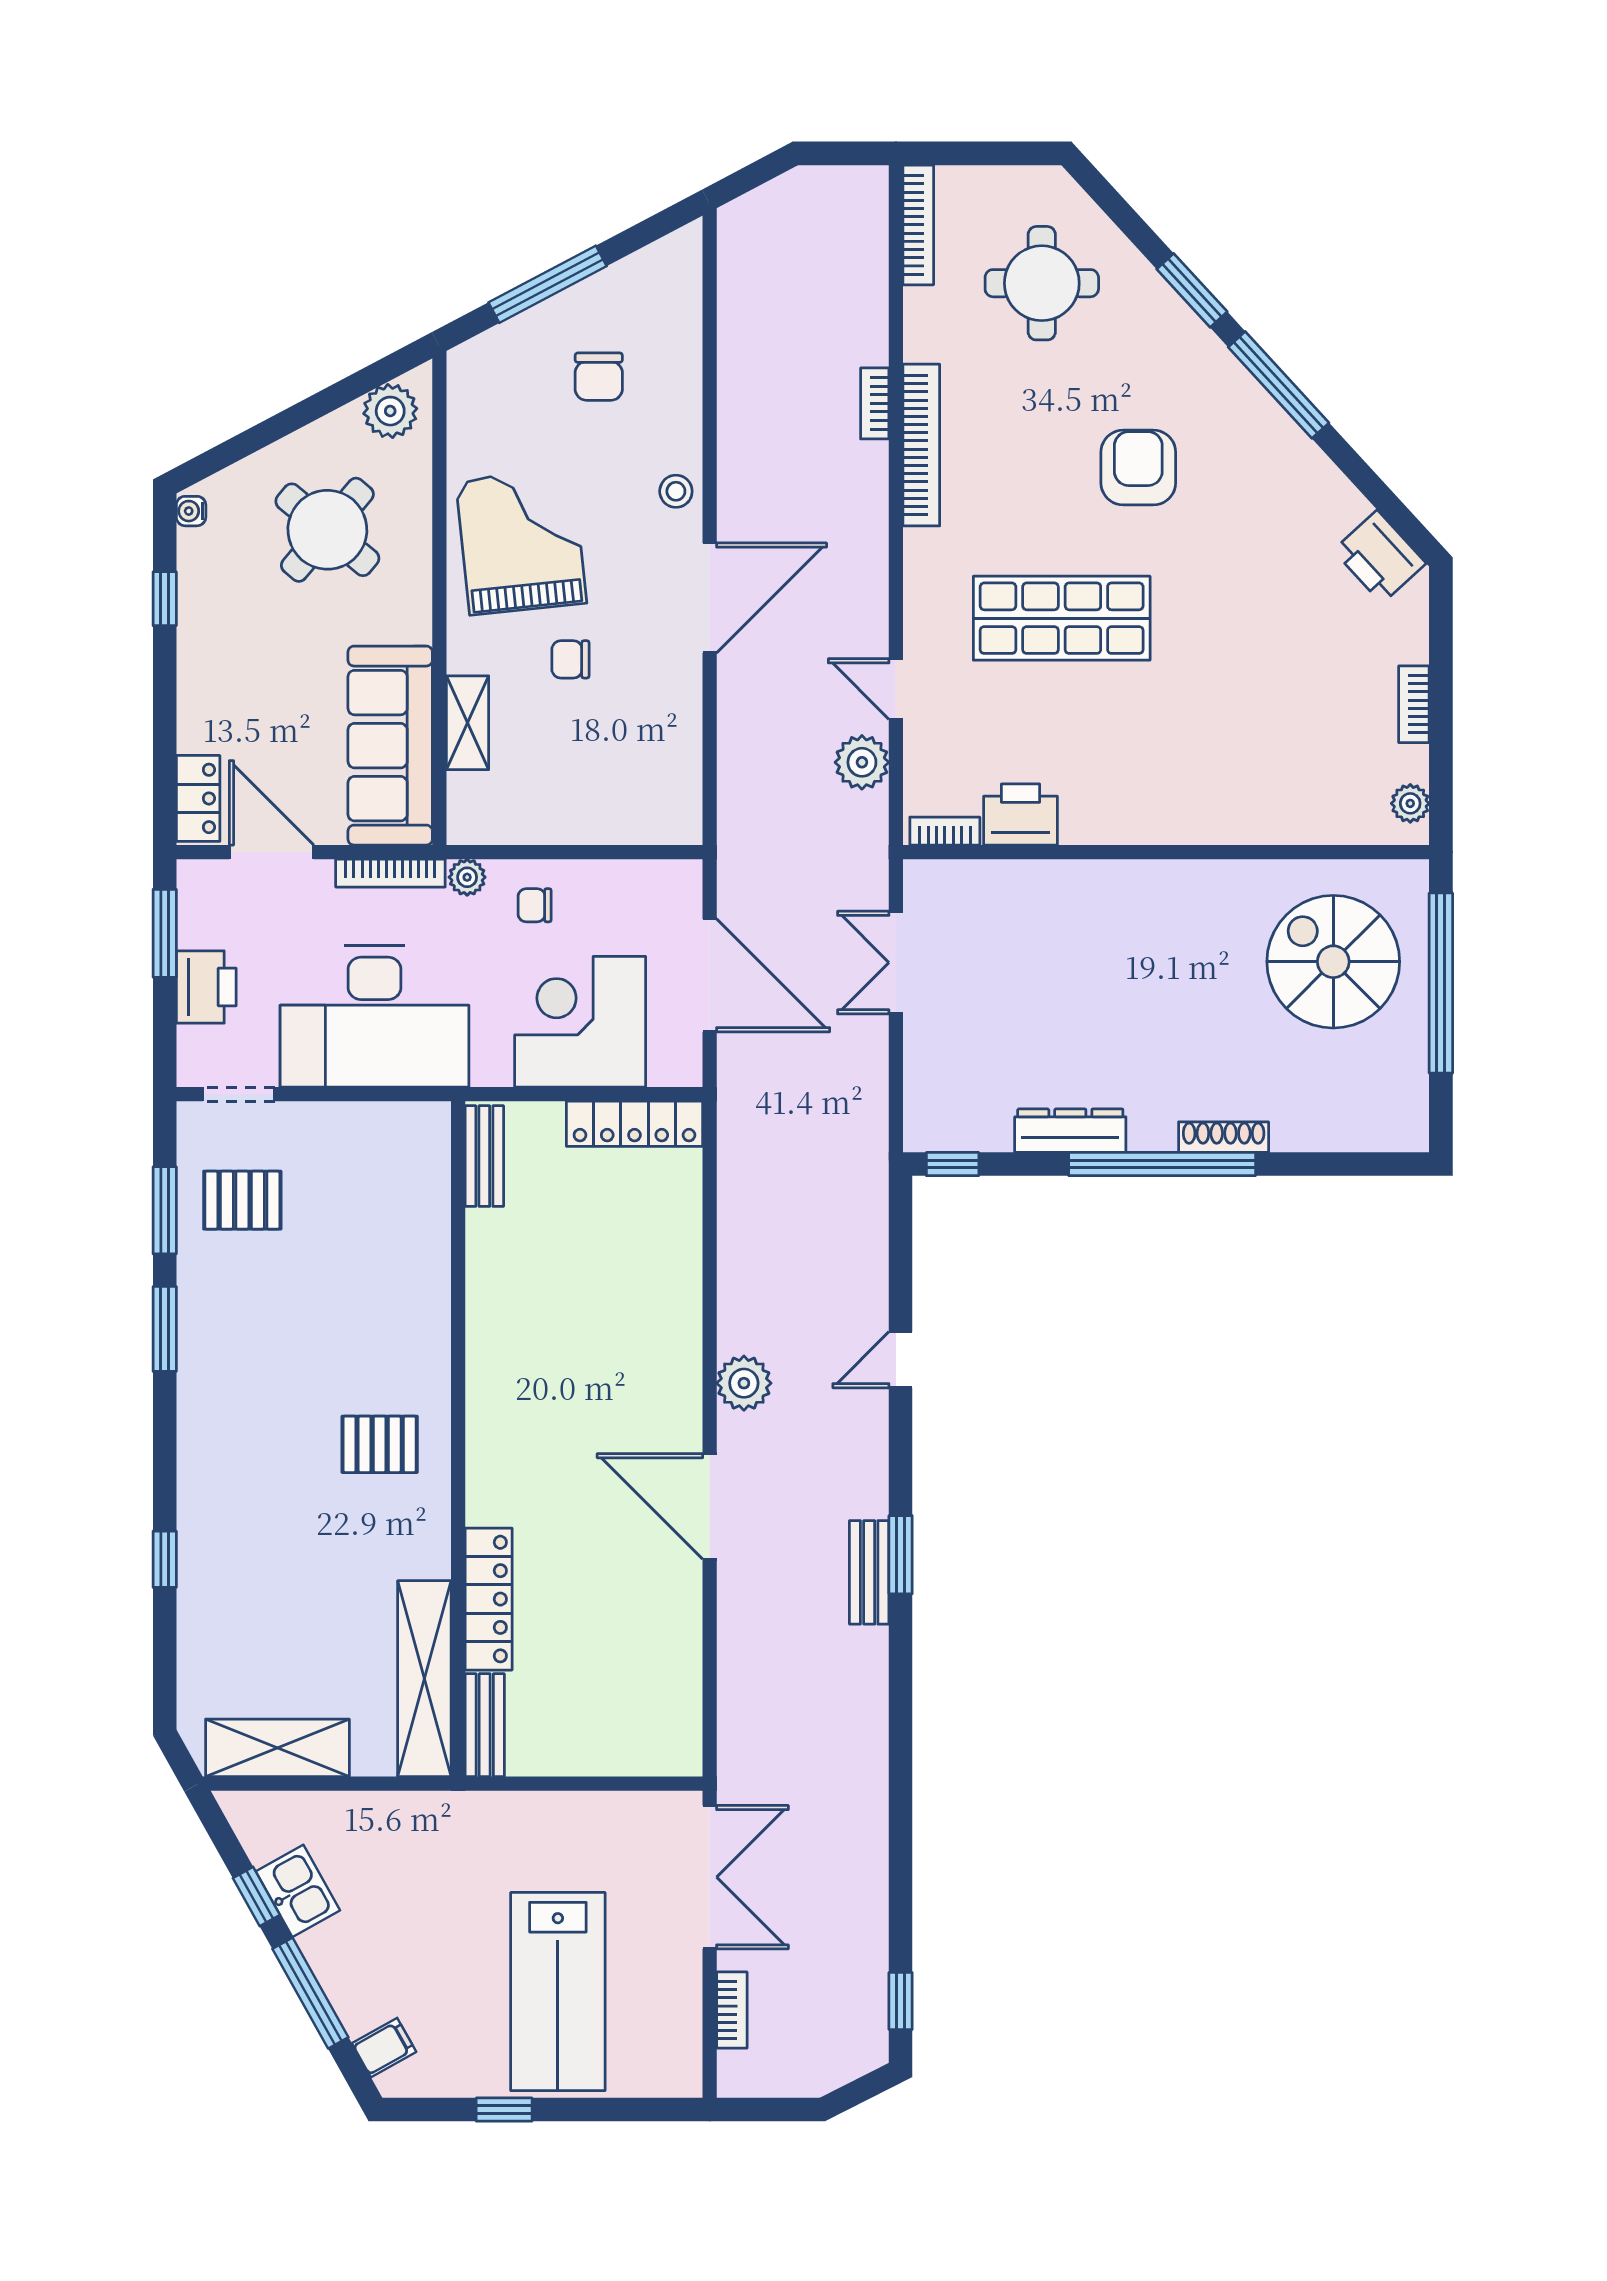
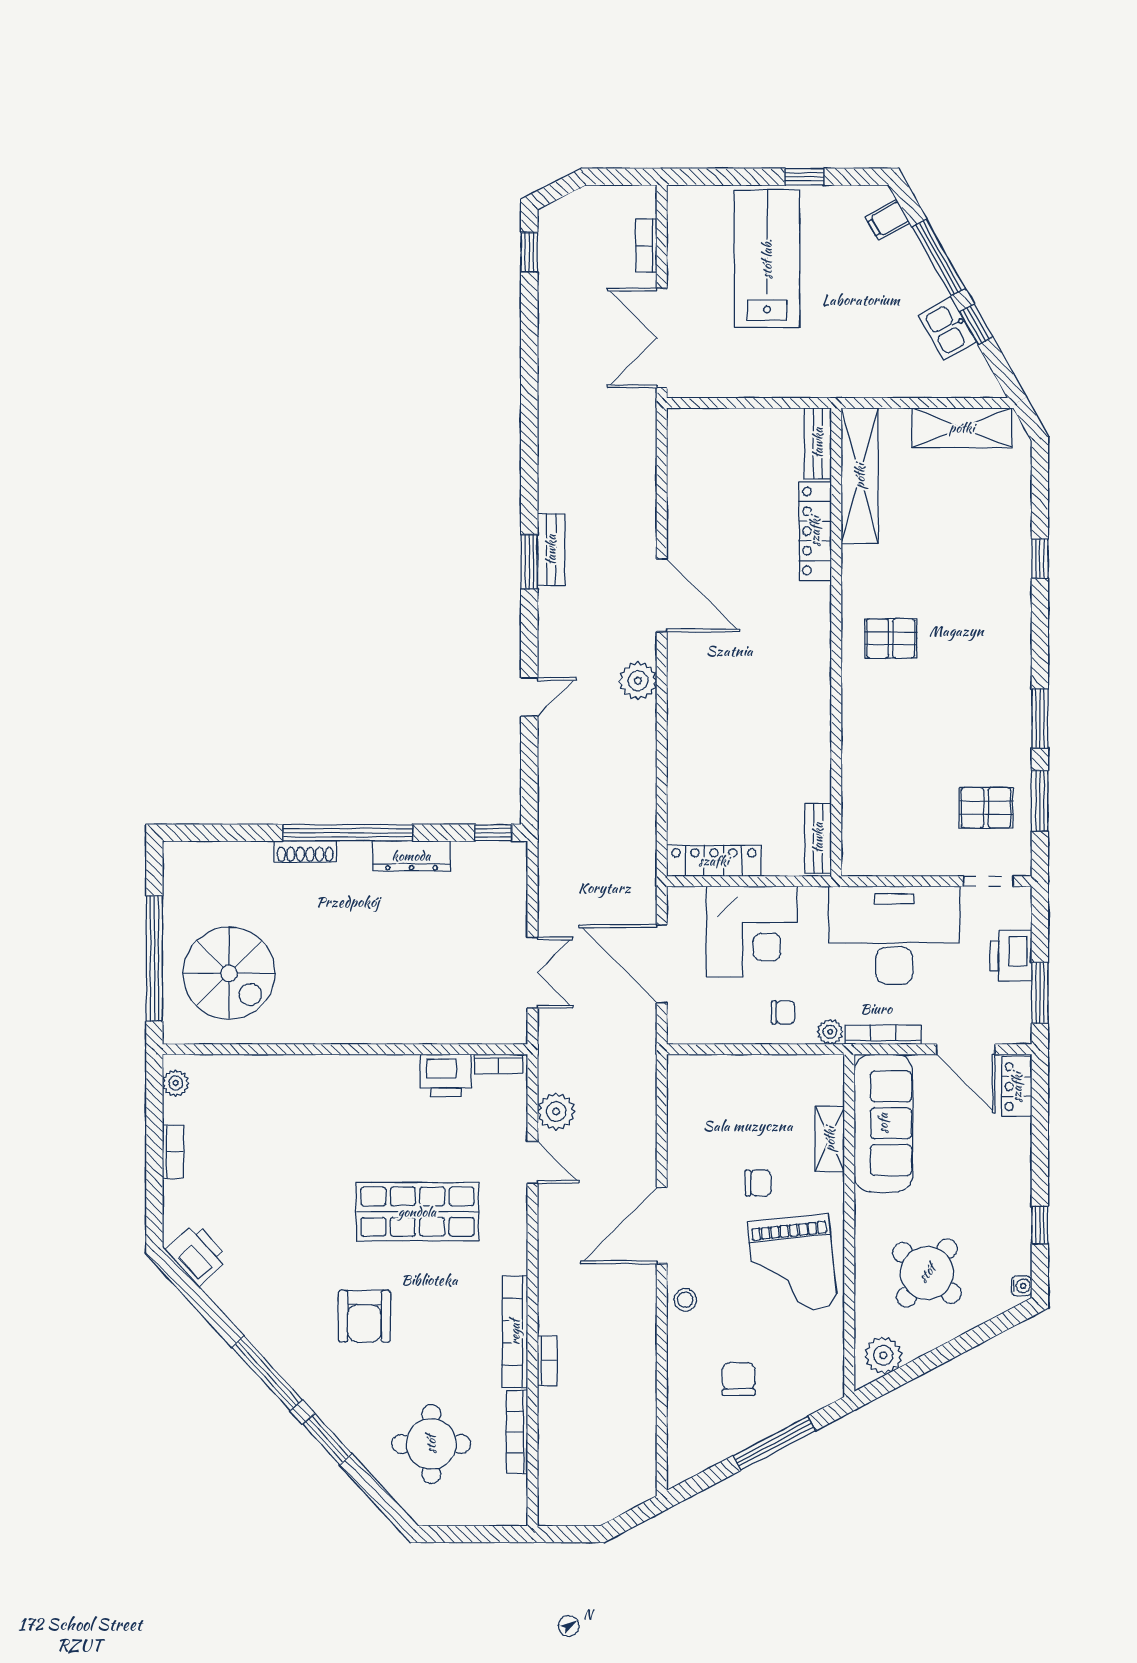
bookcase: (918, 225) -> (517, 1432), moved

